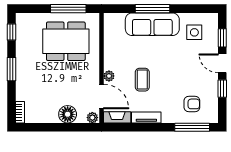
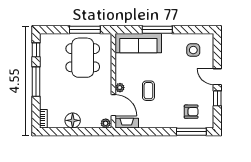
sofa: (152, 24) -> (138, 43), moved
window: (222, 38) -> (217, 55), removed
dining table: (66, 41) -> (83, 58), turned 90
window: (12, 69) -> (36, 82), width x1.44
floor lamp: (68, 114) -> (73, 120), moved
tv unit: (146, 117) -> (152, 123), removed

